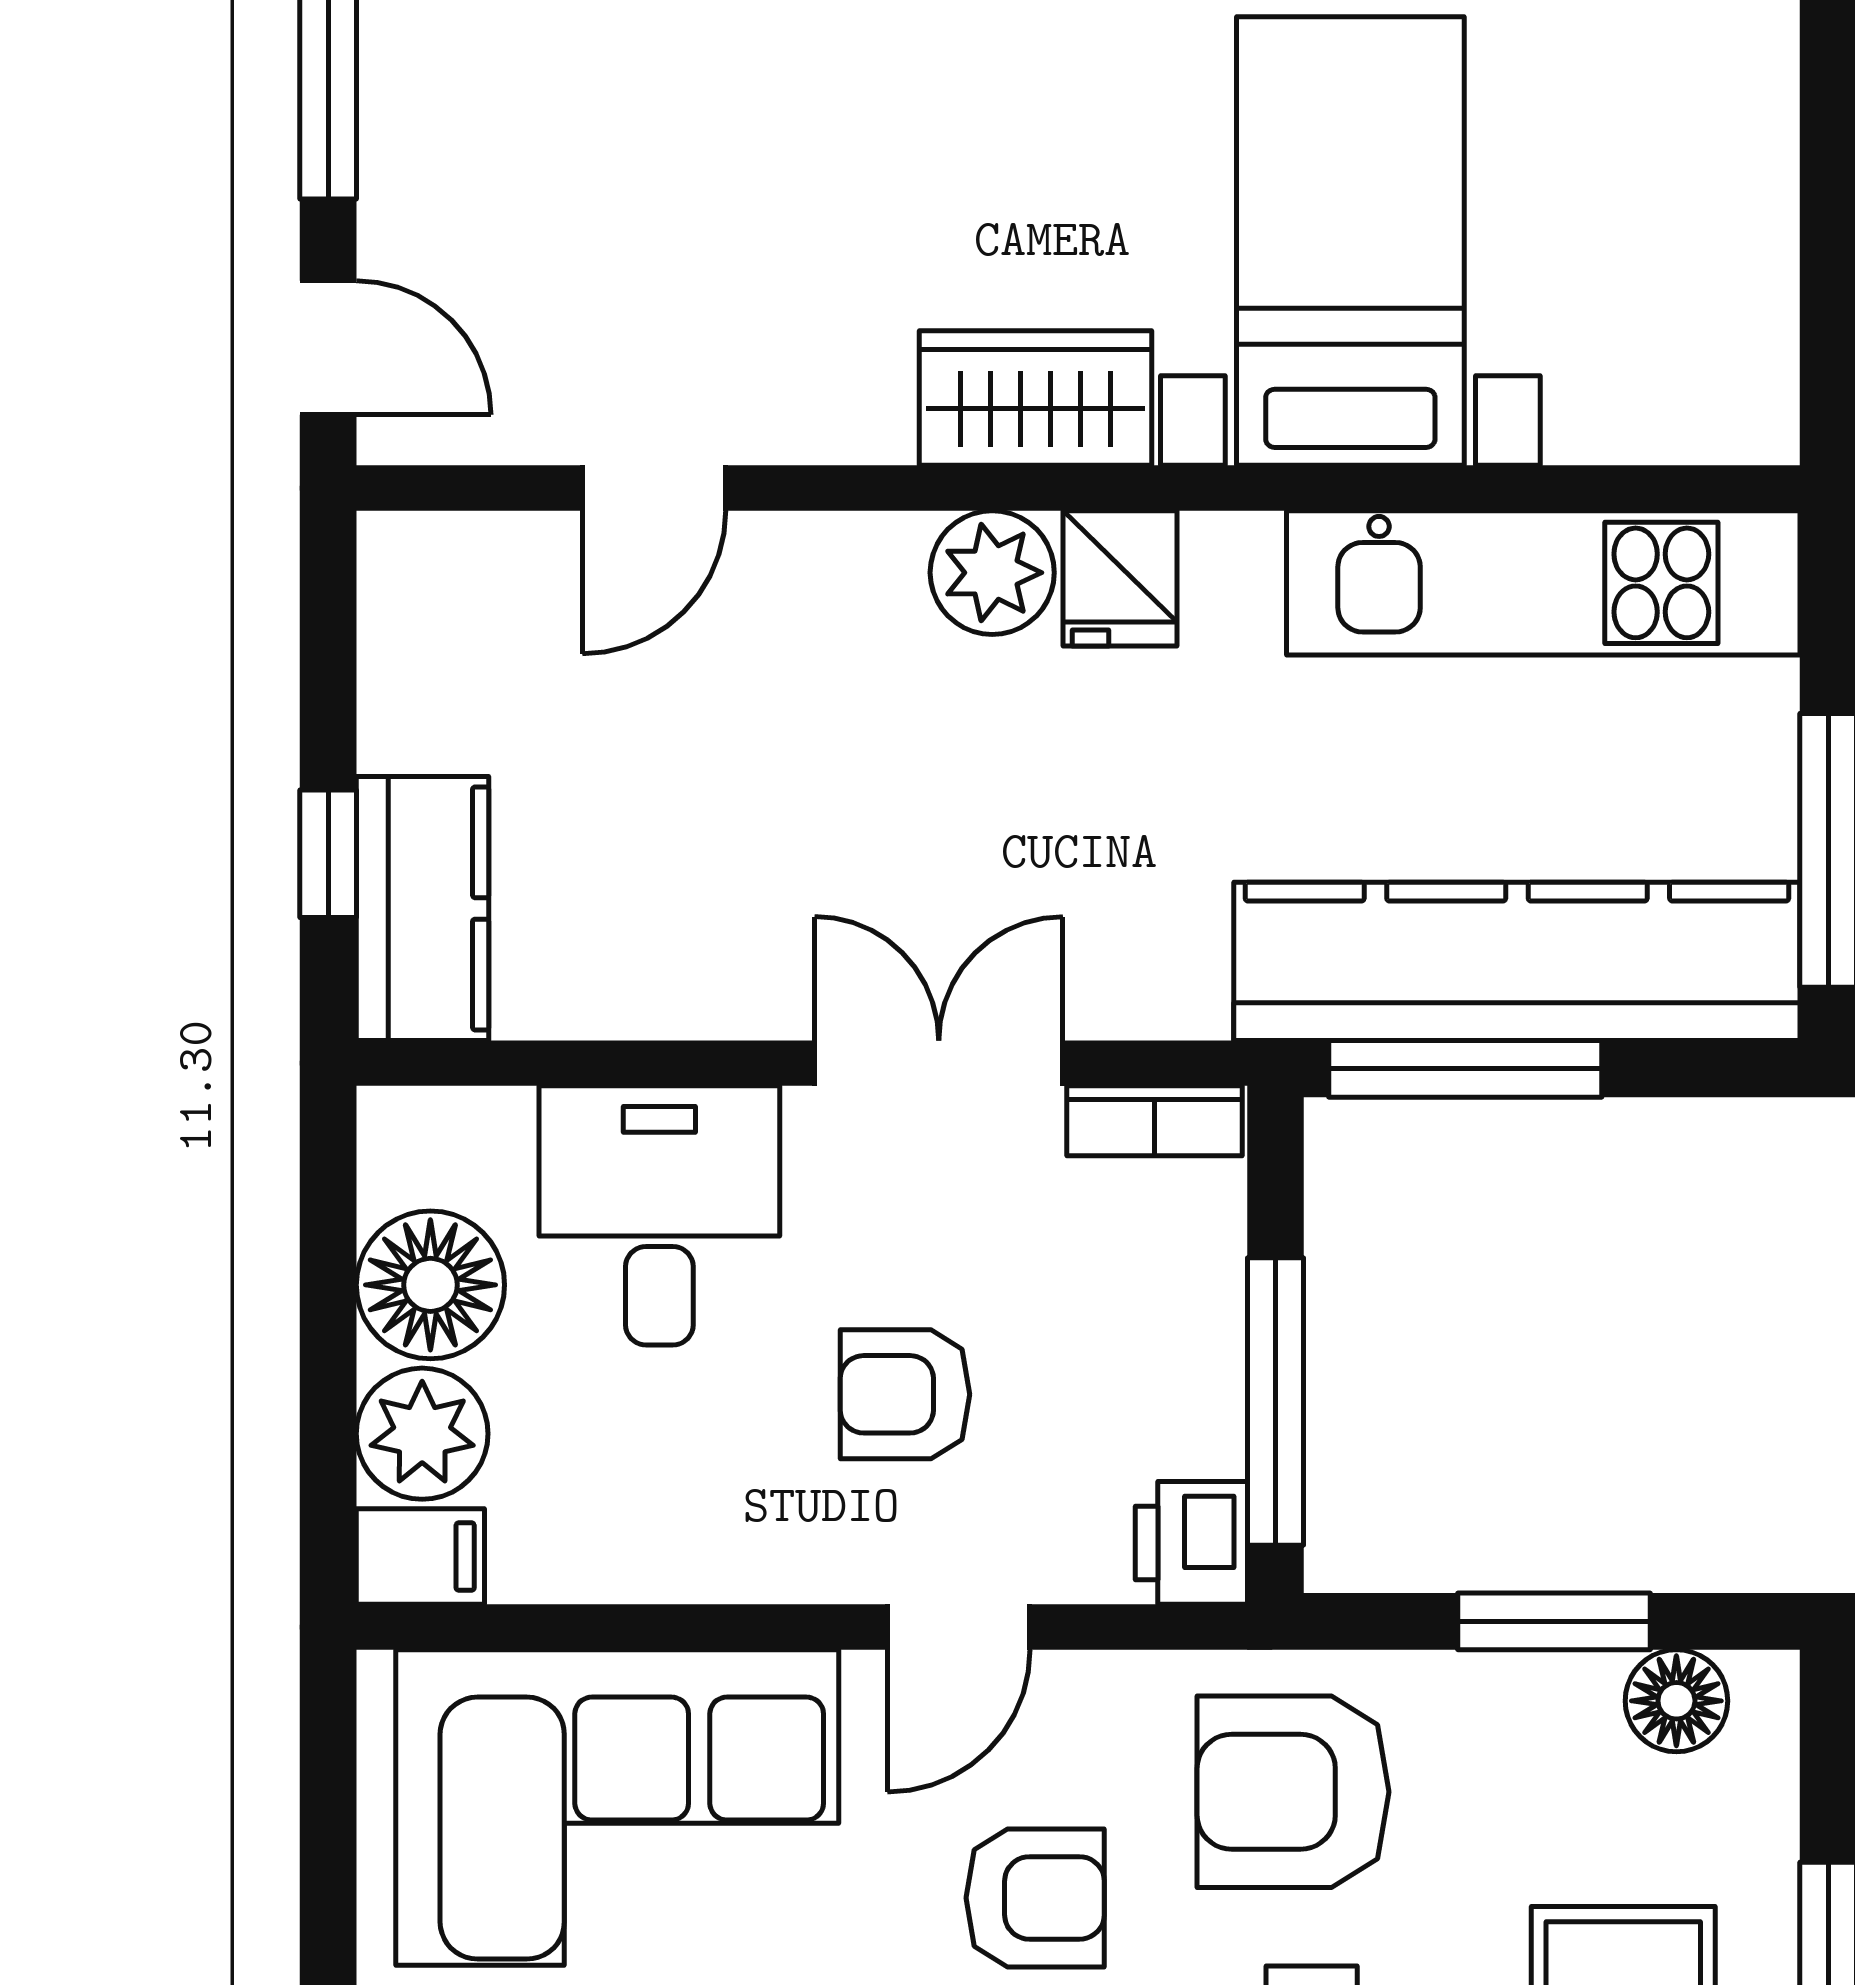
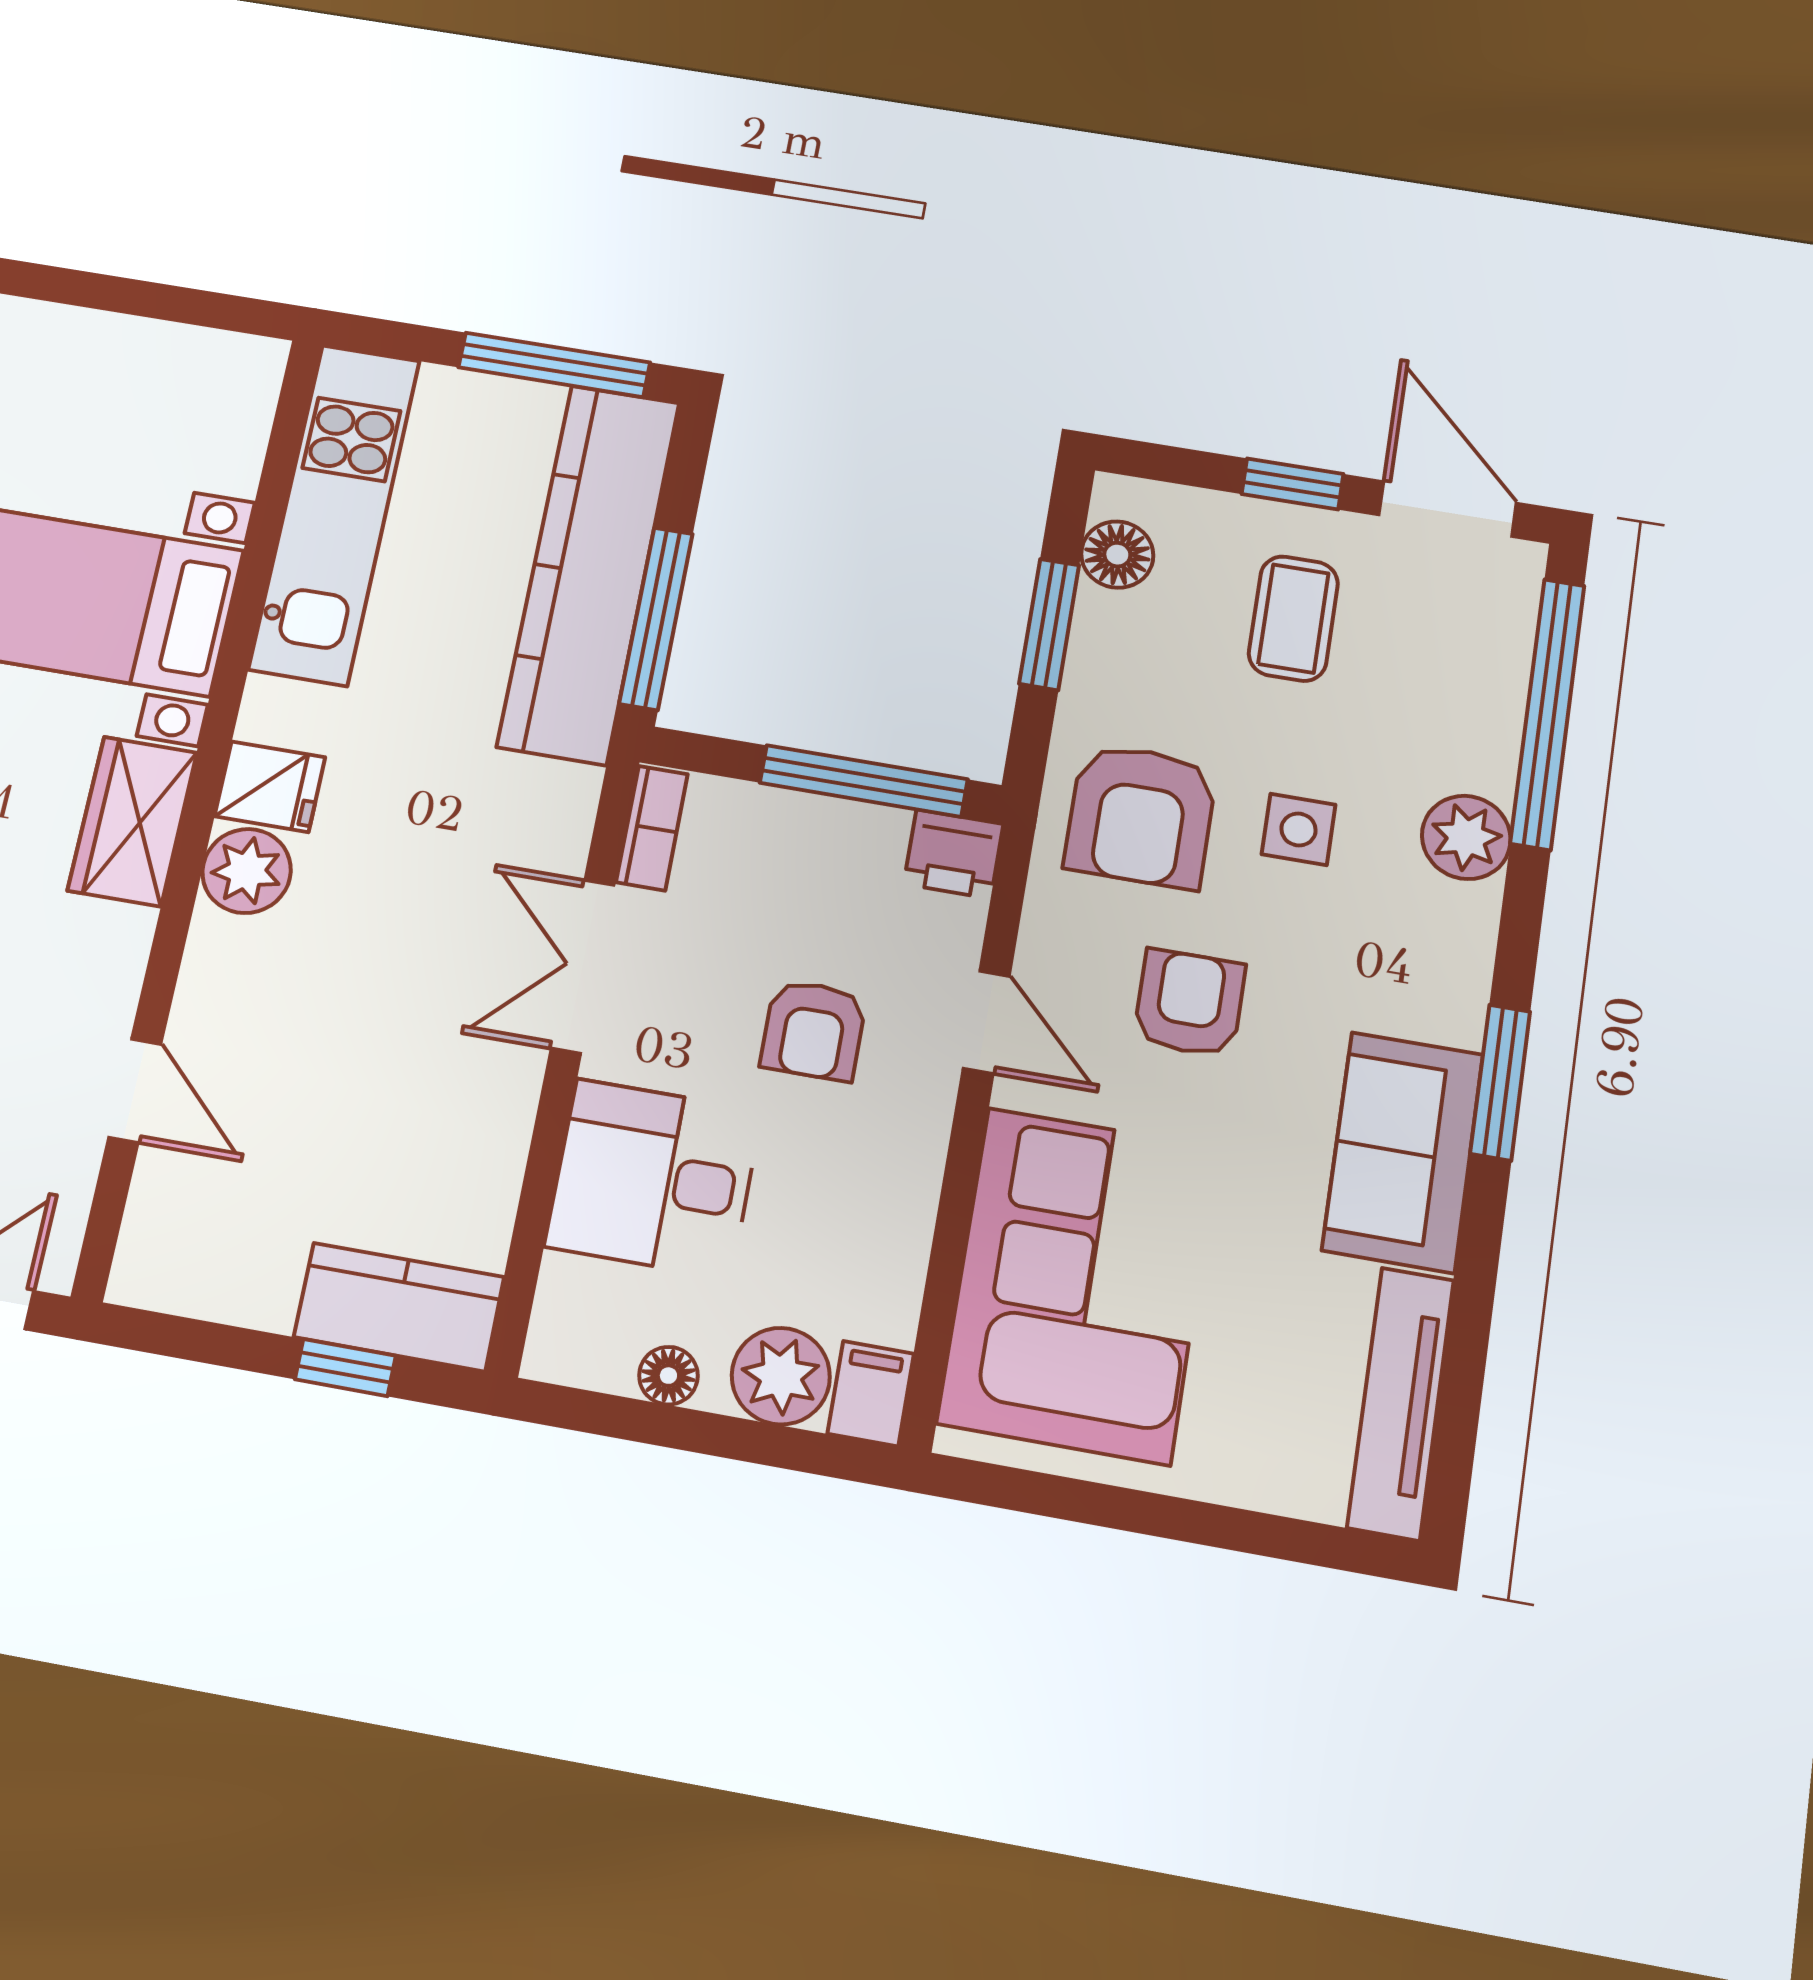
floor lamp: (430, 1285) -> (668, 1376), width x0.53, depth x0.53

